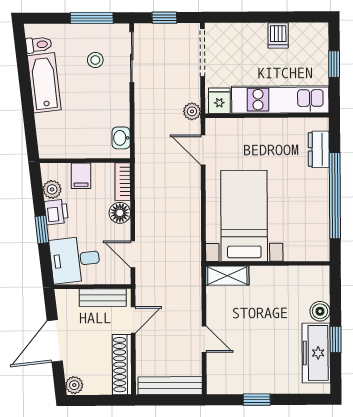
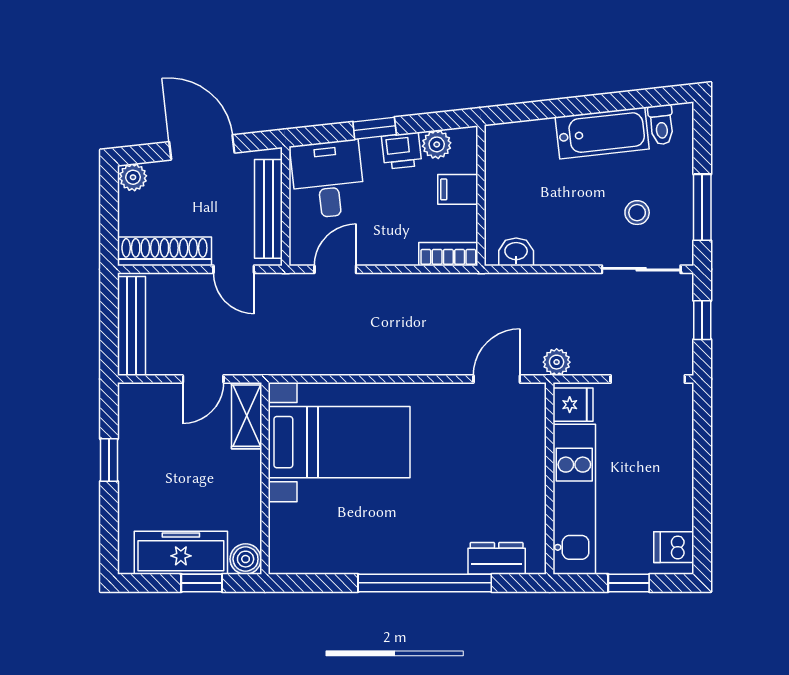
dishwasher: (278, 35) -> (674, 547), moved
floor lamp: (120, 213) -> (400, 249), removed
bed with nightstands: (244, 216) -> (339, 442), moved
wall: (268, 264) -> (265, 478), moved
shelving: (227, 276) -> (247, 416), moved
bench: (103, 298) -> (268, 209), width x1.36

